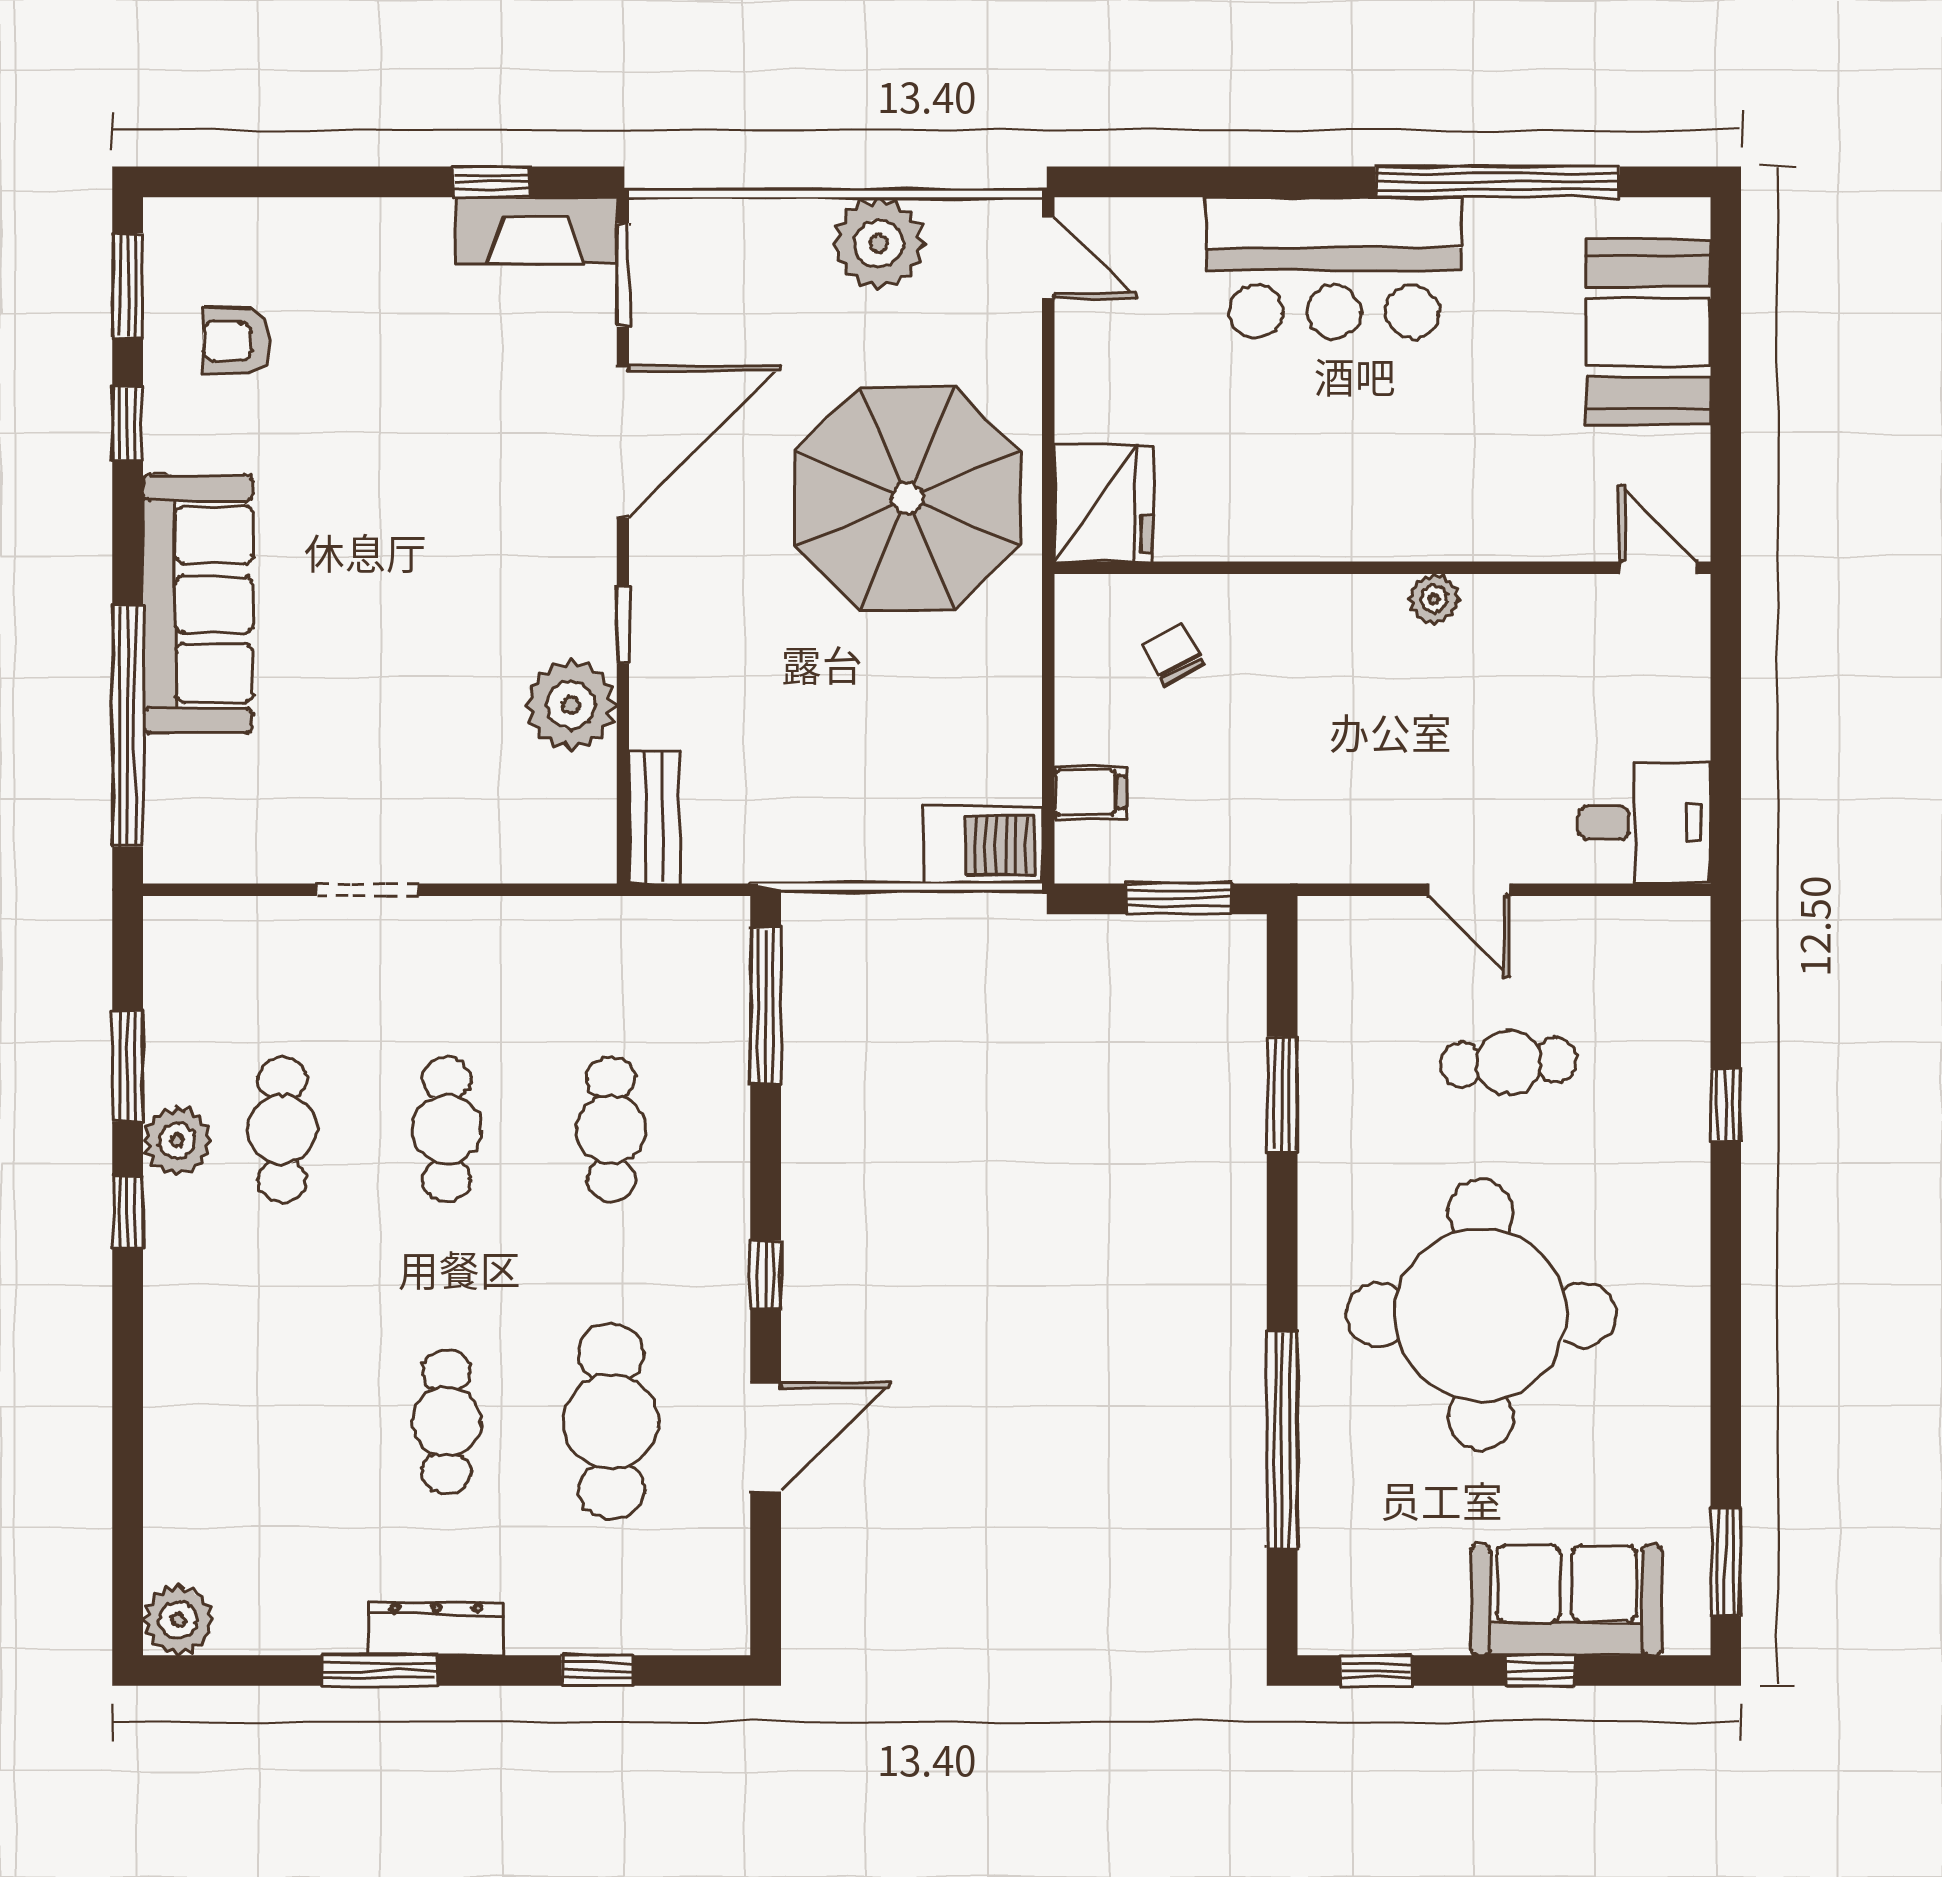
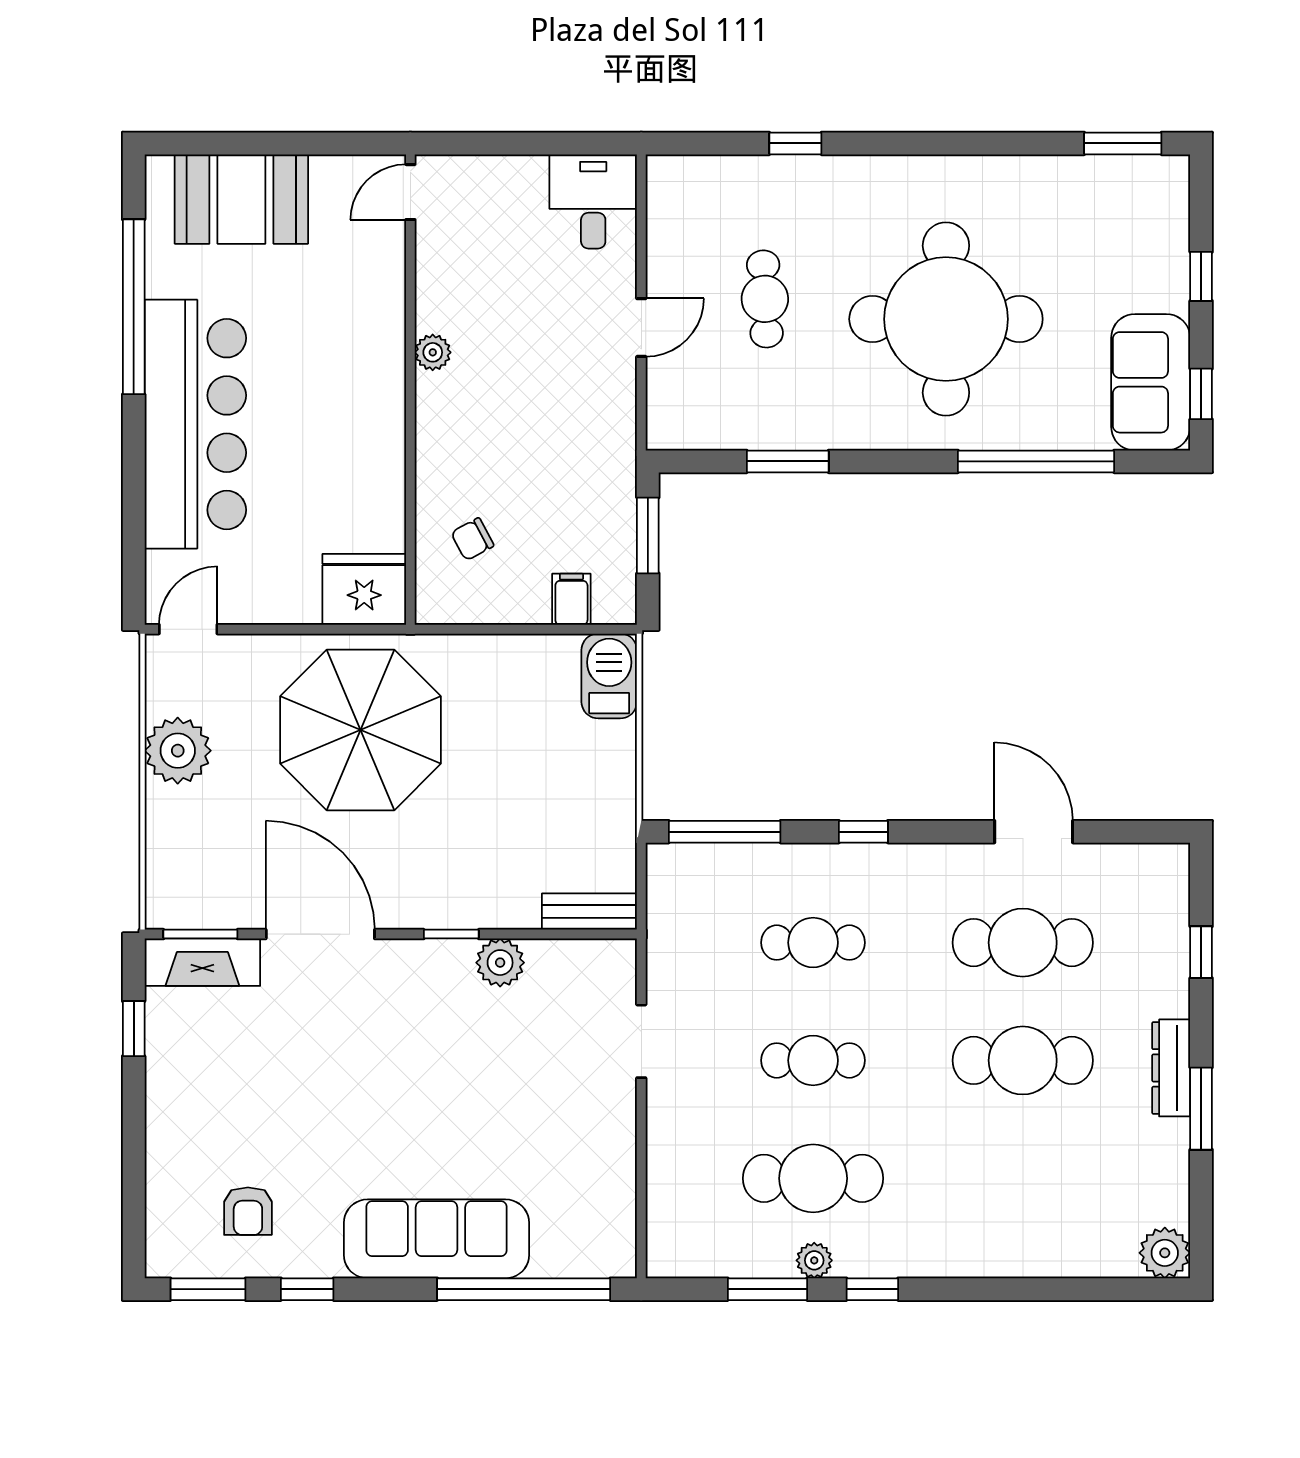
fireplace: (536, 230) -> (202, 962), moved, turned 90
bar counter: (1334, 268) -> (195, 424), width x1.36
plant: (571, 705) -> (500, 963), width x0.73, depth x0.73
doorway: (368, 890) -> (641, 1041), moved
cafe table: (282, 1129) -> (813, 1178), width x1.37, depth x1.35
plant: (177, 1140) -> (814, 1260), width x0.73, depth x0.73
window: (766, 1275) -> (863, 832), moved
cafe table: (447, 1422) -> (1023, 1060), width x1.37, depth x1.35
sofa: (1566, 1600) -> (1151, 382), moved

